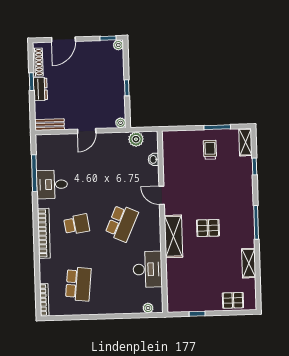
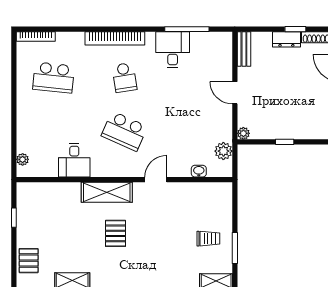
desk: (148, 269) -> (74, 160), width x0.73

